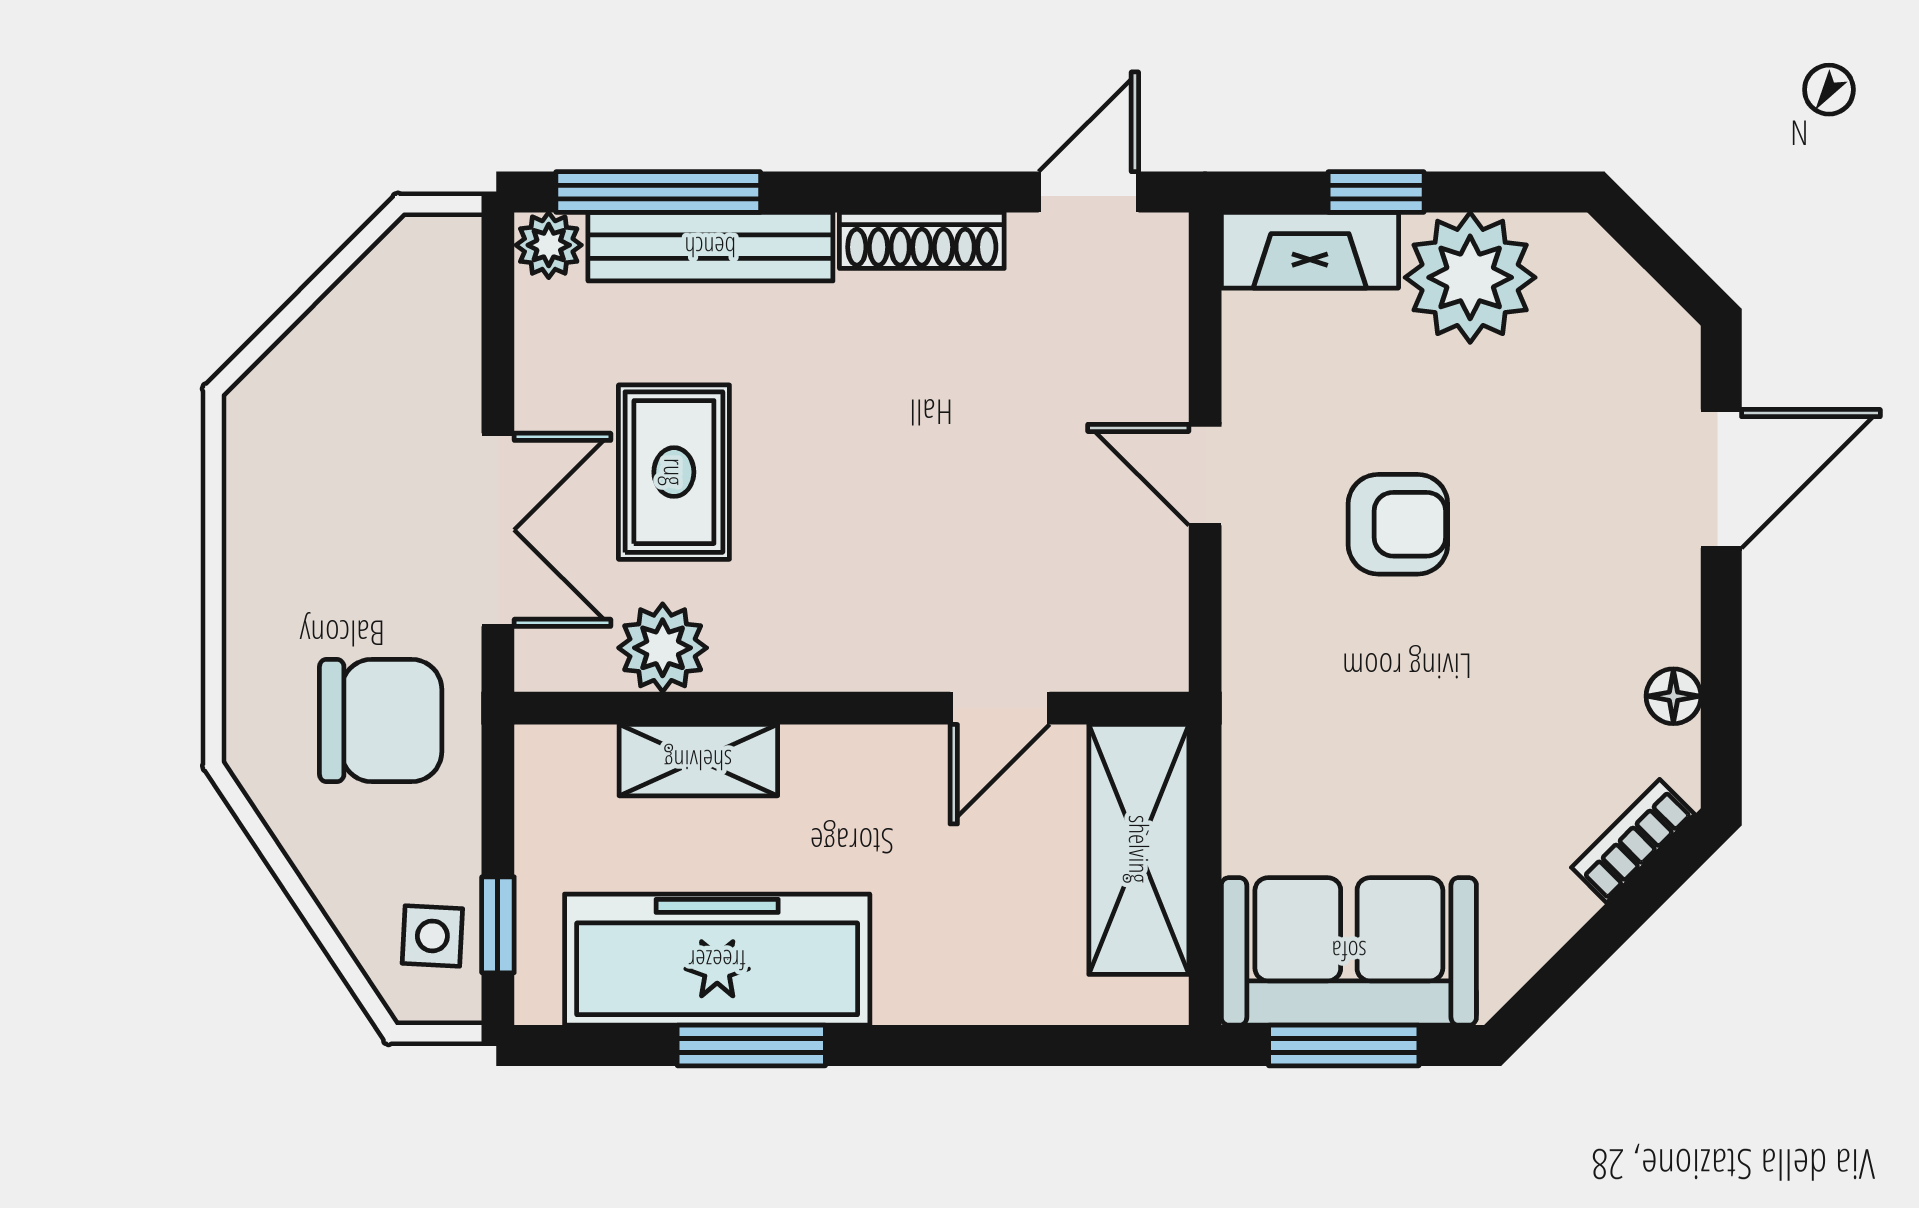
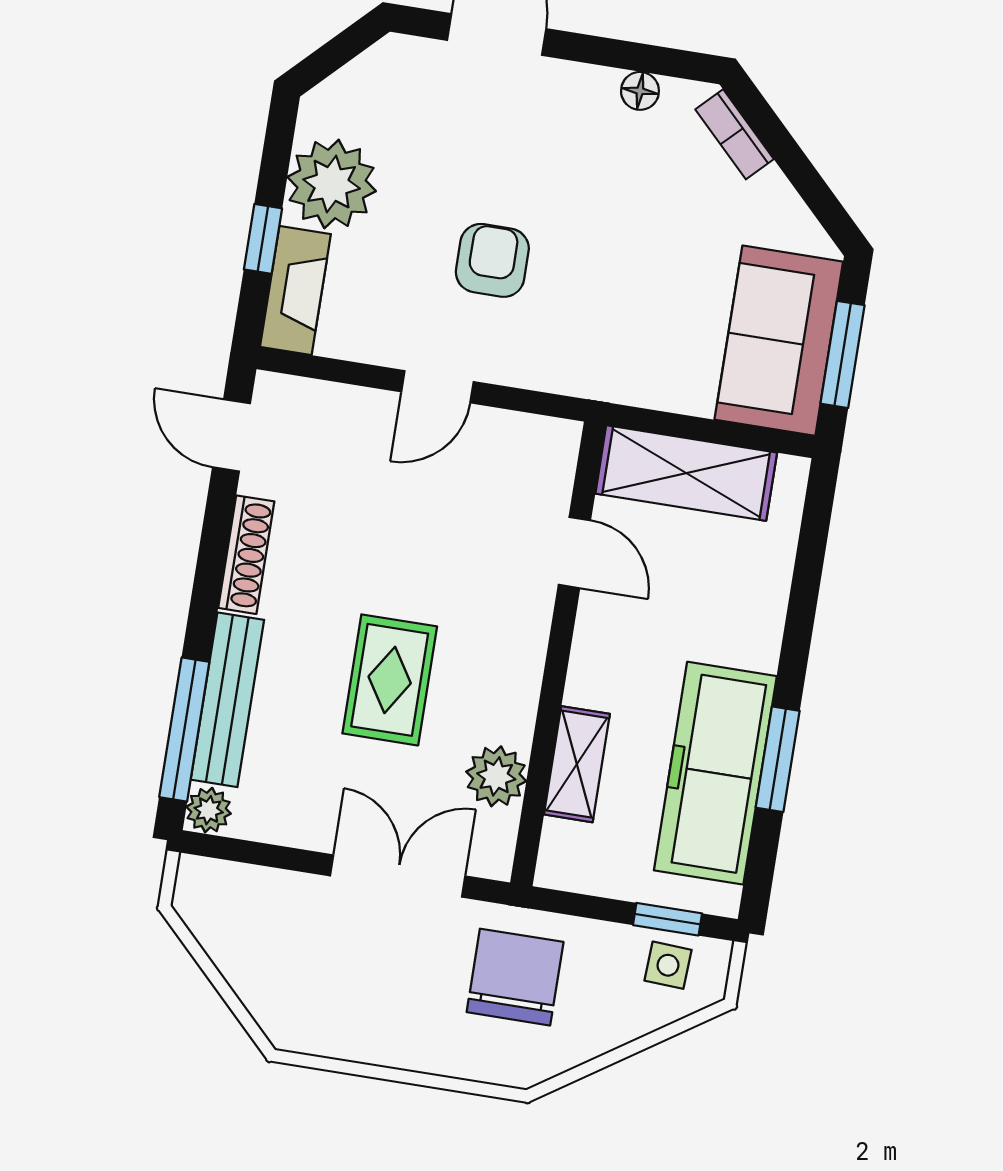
rug: (674, 472) -> (390, 680), moved, turned 90

